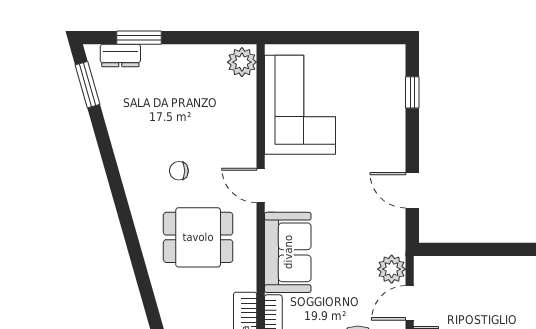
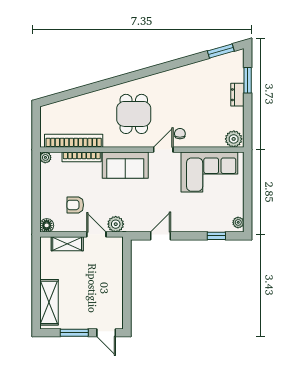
plant: (388, 54) -> (238, 222), added
dresser: (120, 56) -> (237, 95), moved
chair: (179, 171) -> (180, 134), moved

